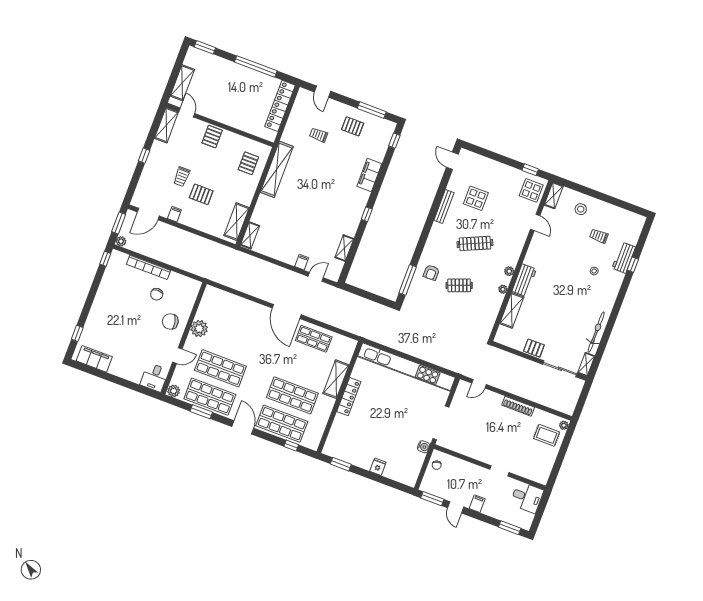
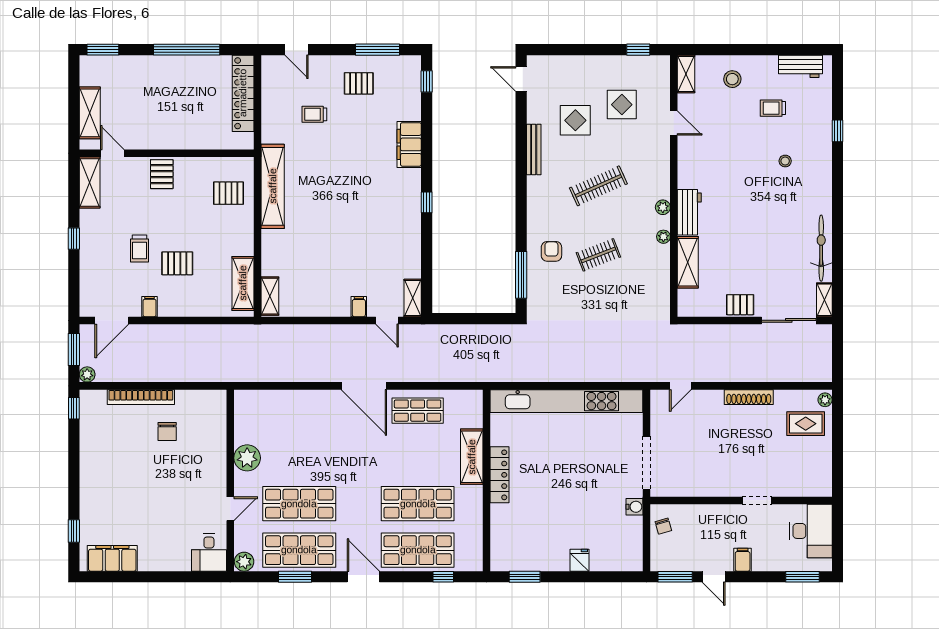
pallet: (248, 163) -> (228, 193), turned 90
display table: (531, 190) -> (622, 105), moved
shelving: (344, 248) -> (413, 298), moved
workbench: (624, 258) -> (801, 66), moved, turned -90
armchair: (431, 273) -> (551, 251), turned 180
door: (316, 277) -> (387, 320), swing flipped
chair: (170, 321) -> (202, 463), removed
desk: (527, 497) -> (811, 531), width x1.37

